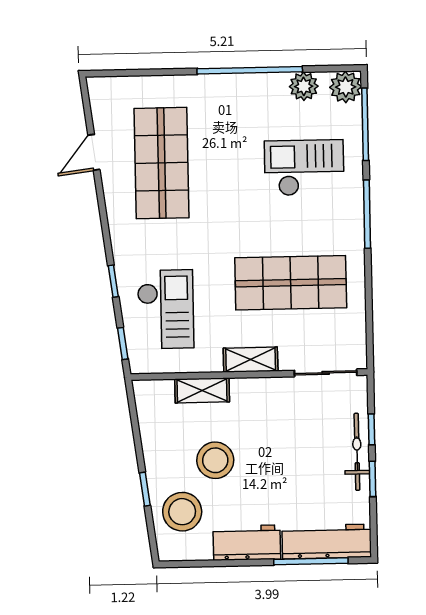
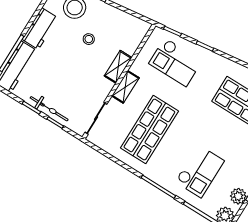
shelving: (202, 390) -> (118, 67), moved
stool: (215, 460) -> (89, 39), width x0.53, depth x0.53

